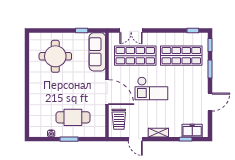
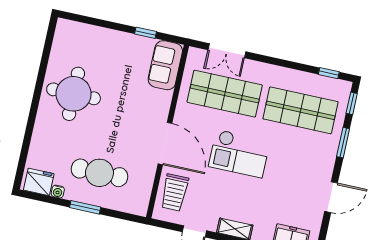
sofa: (97, 52) -> (165, 65), width x0.73
round table: (55, 56) -> (74, 94), moved
fridge: (39, 130) -> (39, 182), added

